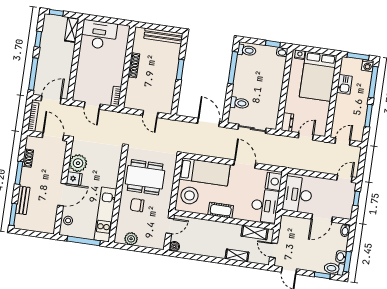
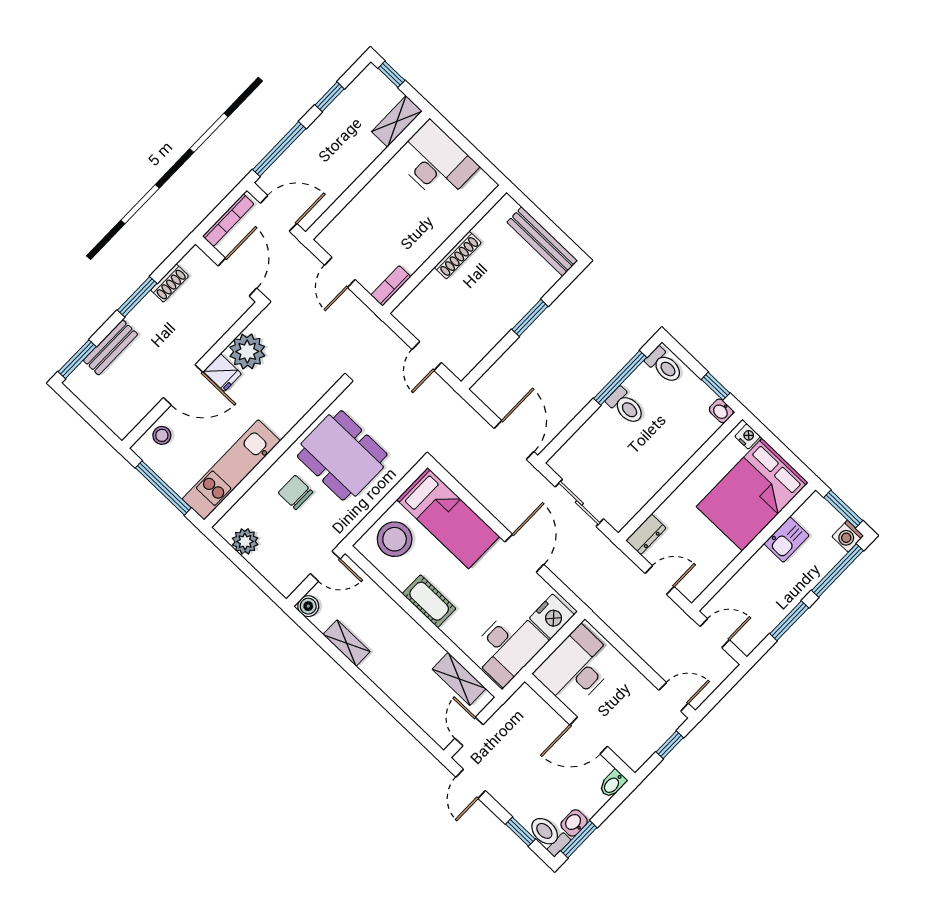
toilet: (239, 103) -> (626, 406), moved
shelving: (237, 255) -> (347, 643), moved

